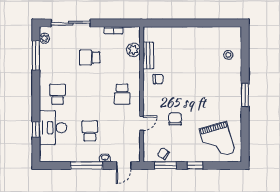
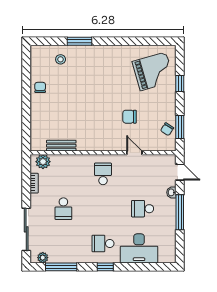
plant: (133, 50) -> (43, 162), moved
chair: (158, 79) -> (40, 87), moved
school desk: (122, 94) -> (103, 174), turned -90
window: (245, 95) -> (80, 41), moved
window: (36, 129) -> (105, 267), moved
window: (195, 165) -> (180, 84), moved

